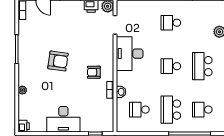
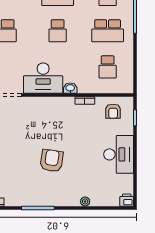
armchair: (94, 72) -> (113, 111), moved
washbasin: (121, 92) -> (70, 88), moved

